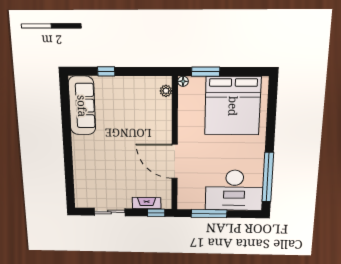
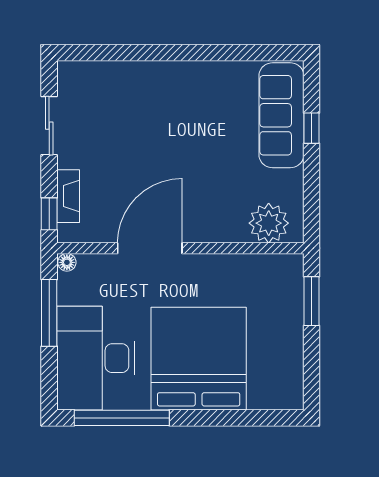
floor lamp: (183, 81) -> (67, 262), moved
plant: (166, 91) -> (269, 223), width x1.88, depth x1.88
sofa: (82, 106) -> (281, 115), moved, turned 90
bed: (233, 106) -> (199, 359), moved, turned 90

